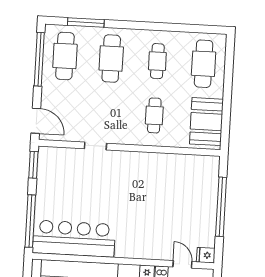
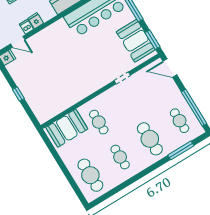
cafe table: (65, 56) -> (180, 121), width x0.73, depth x0.74
booth: (206, 122) -> (67, 128), moved, turned 90
booth: (52, 176) -> (136, 41), added
window: (221, 207) -> (18, 94), width x0.32

